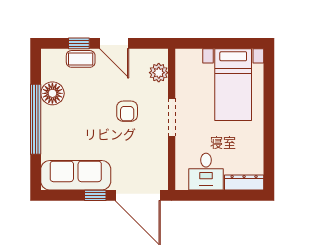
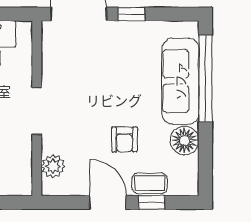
armchair: (127, 111) -> (124, 139), moved, turned 180
window: (36, 119) -> (205, 78), moved
sofa: (76, 175) -> (180, 81), moved, turned 90

